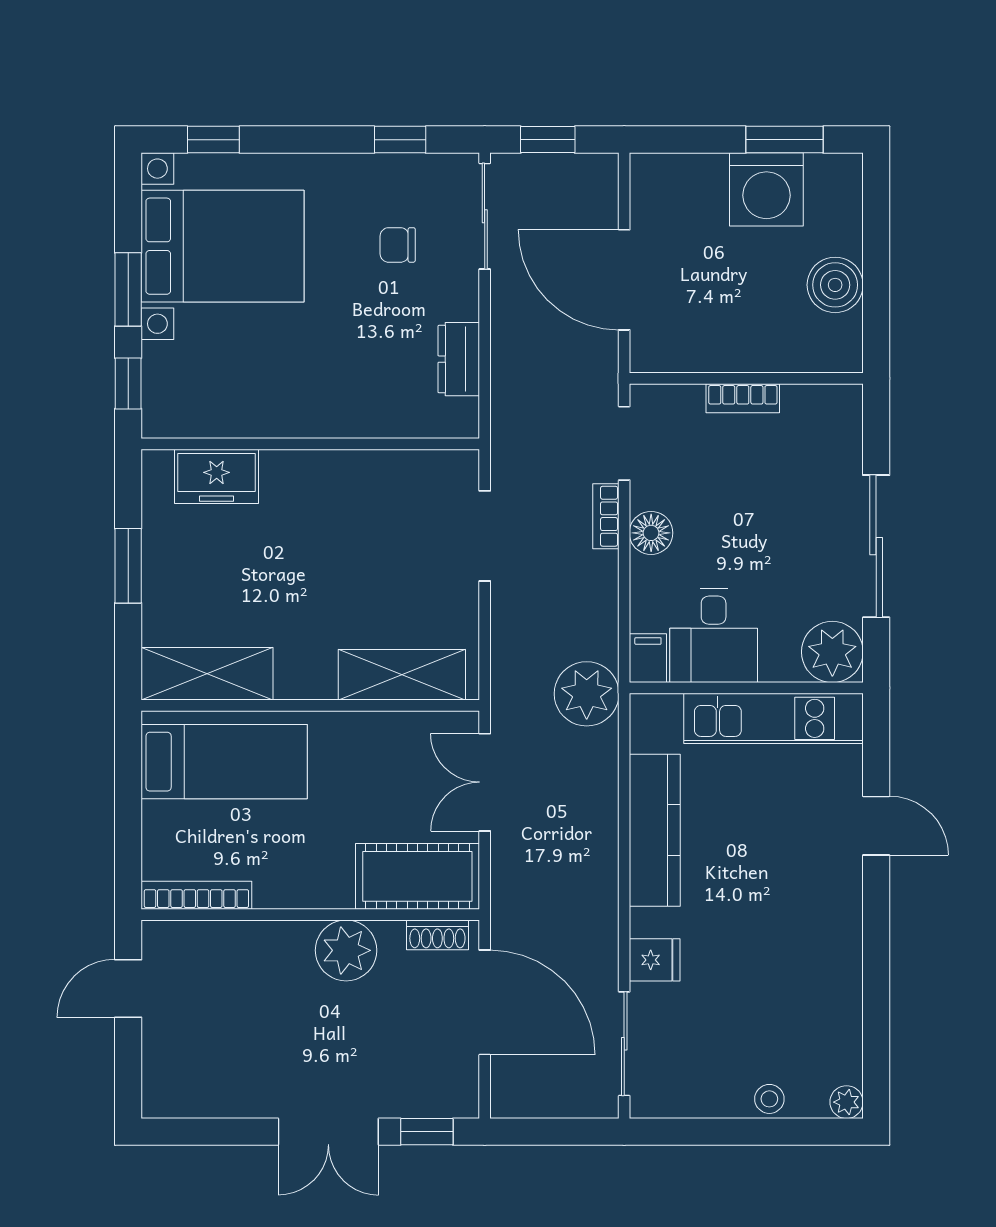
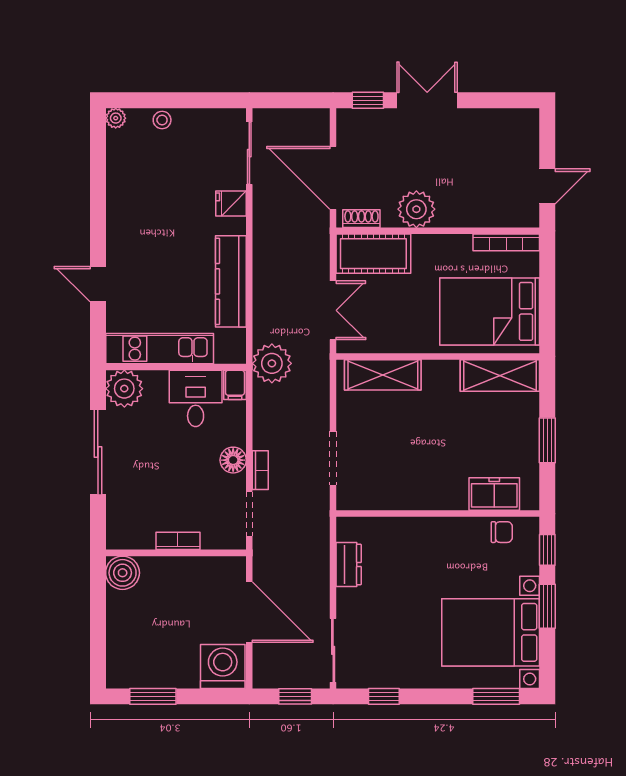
window: (213, 140) -> (496, 696), width x1.50
washing machine: (766, 189) -> (223, 666), moved
chair: (398, 245) -> (502, 532), moved
boiler: (835, 285) -> (123, 573), moved
bed: (224, 762) -> (490, 311), width x1.50

